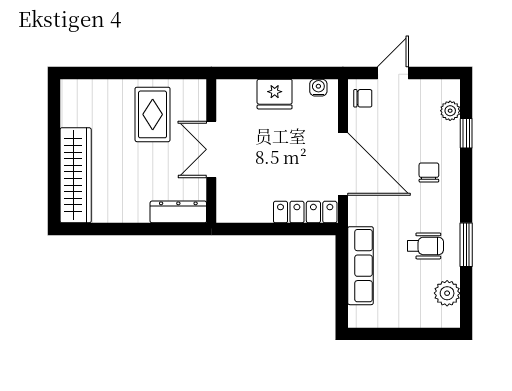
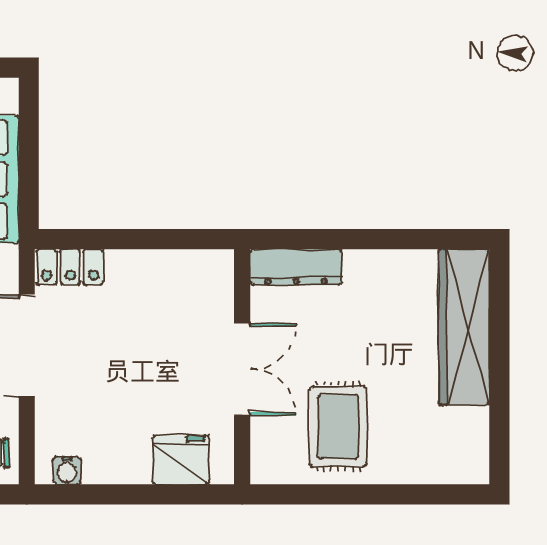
fridge: (275, 94) -> (181, 460), moved
locker: (305, 212) -> (70, 267), width x0.66

